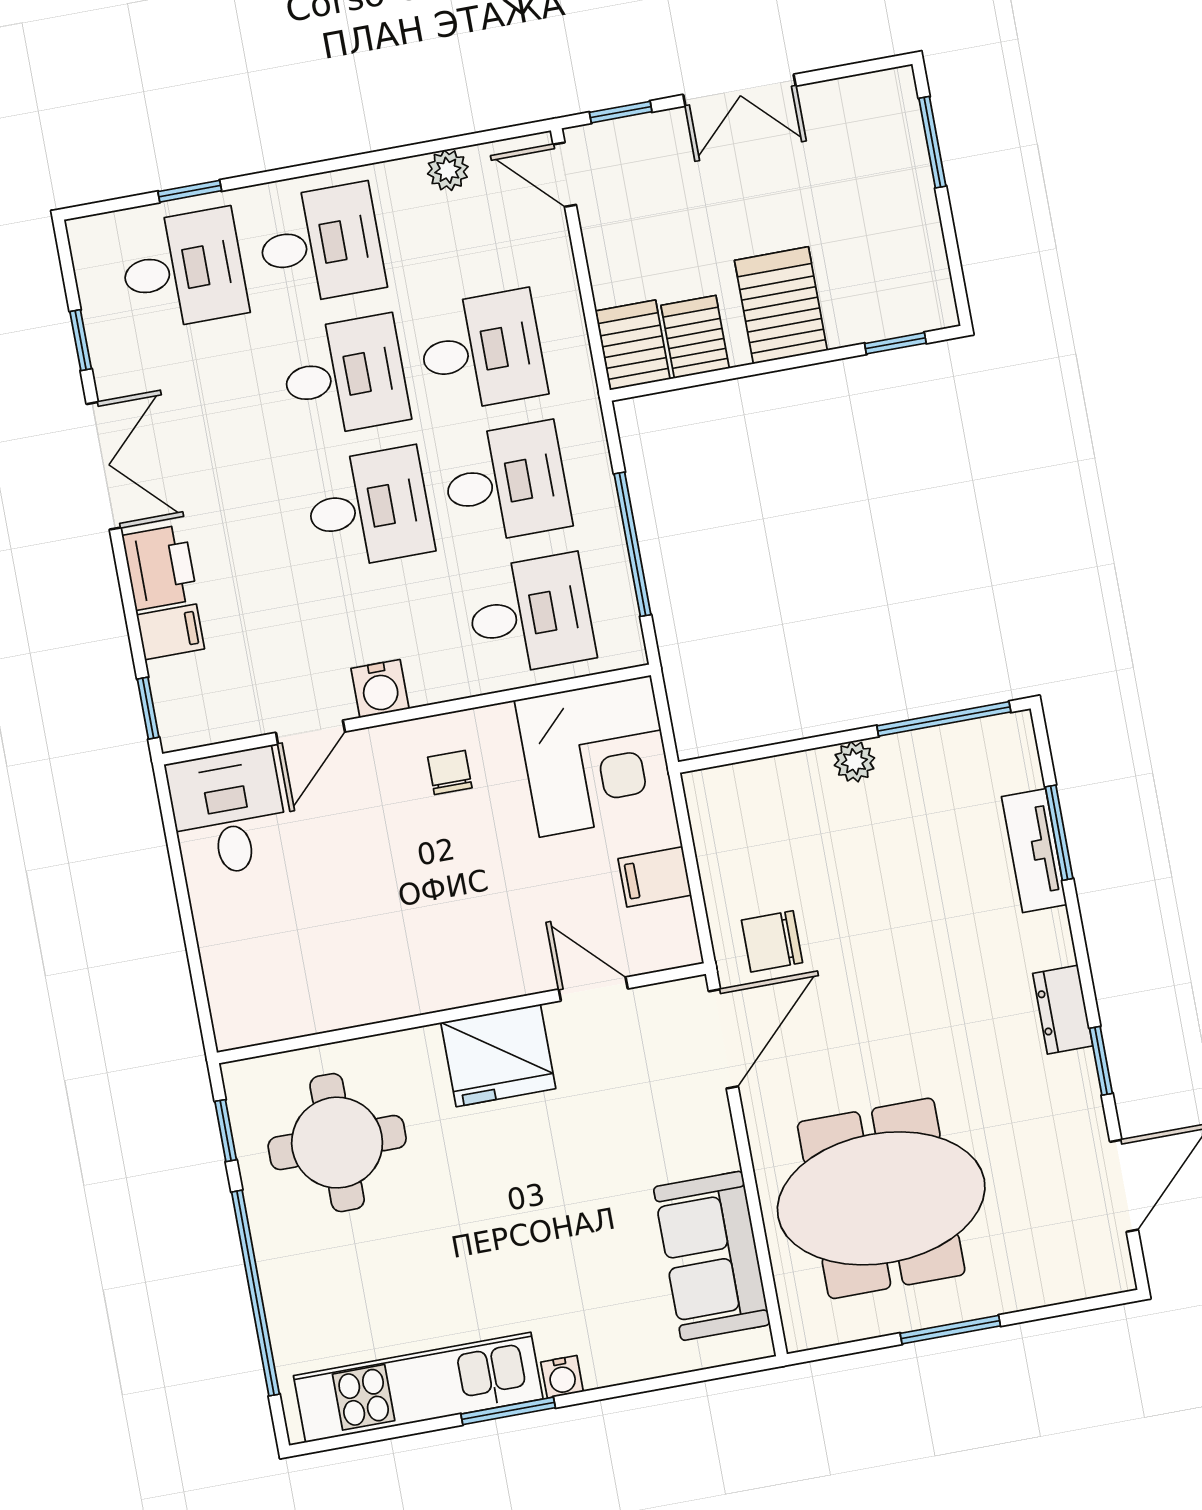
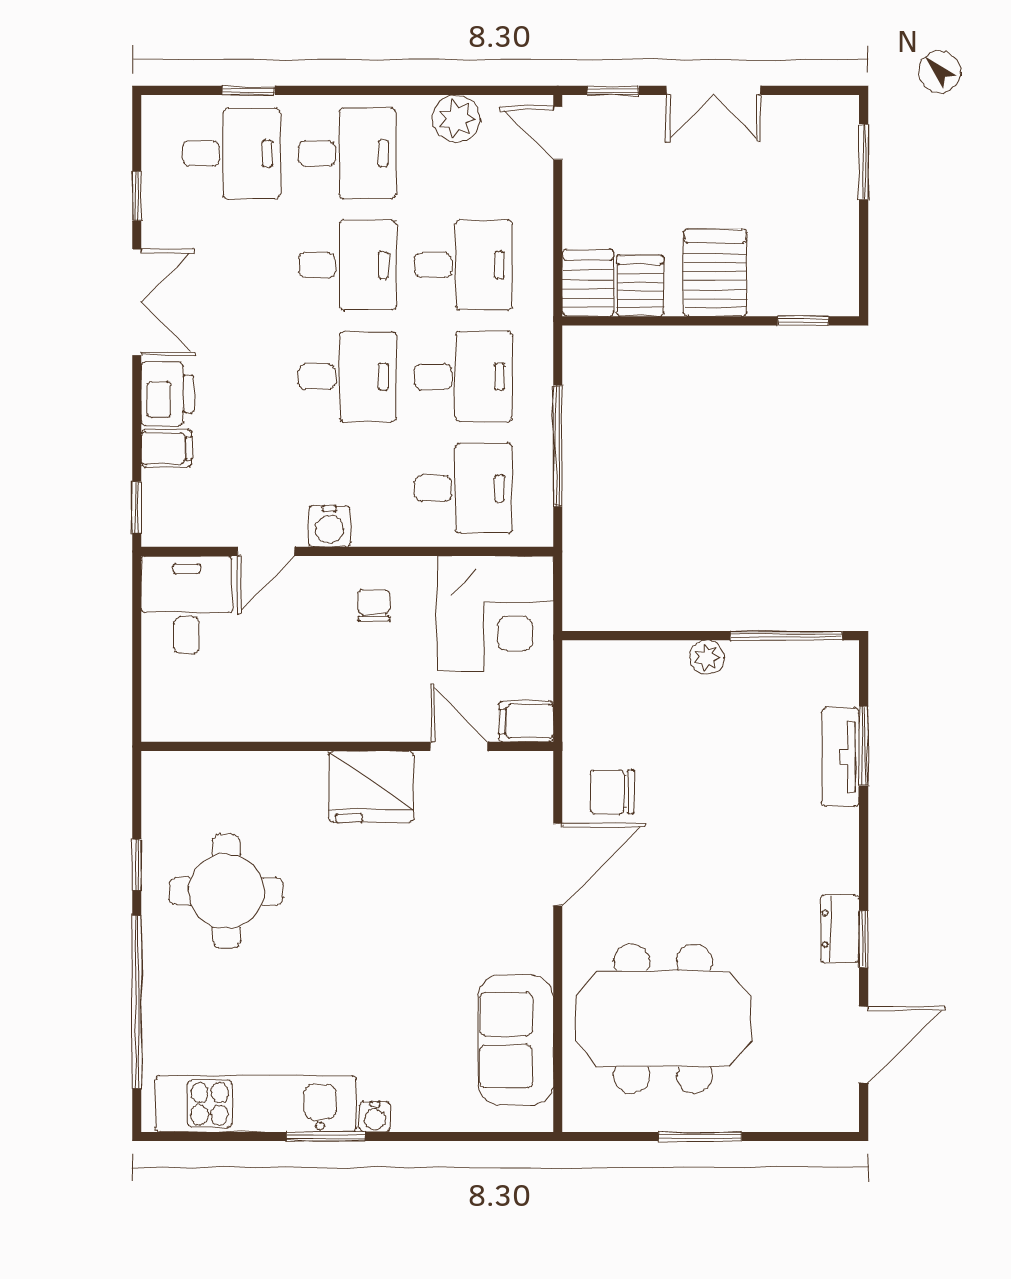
plant: (448, 170) -> (456, 119), width x1.38, depth x1.38
door: (593, 989) -> (459, 746), moved
dresser: (1063, 1010) -> (840, 929), moved
wall: (461, 1013) -> (347, 746), moved
fridge: (498, 1055) -> (371, 787), moved

